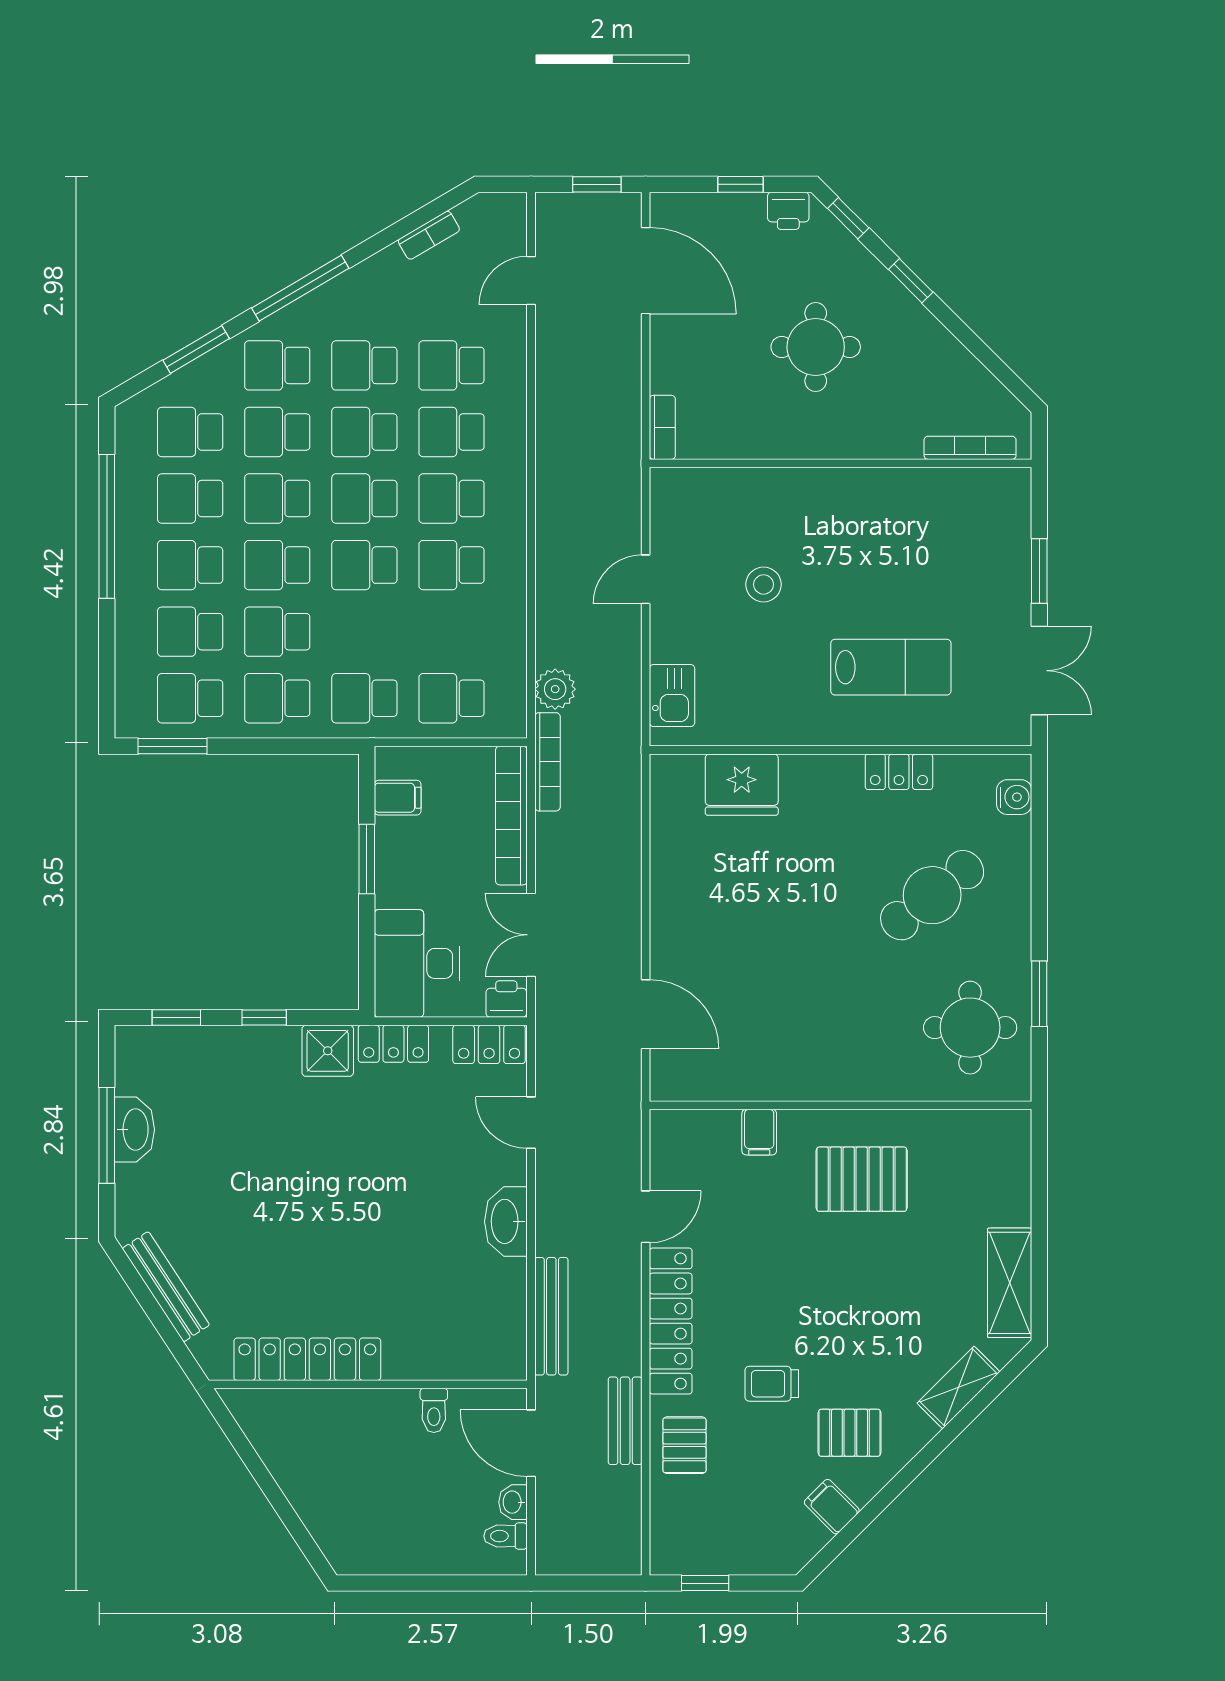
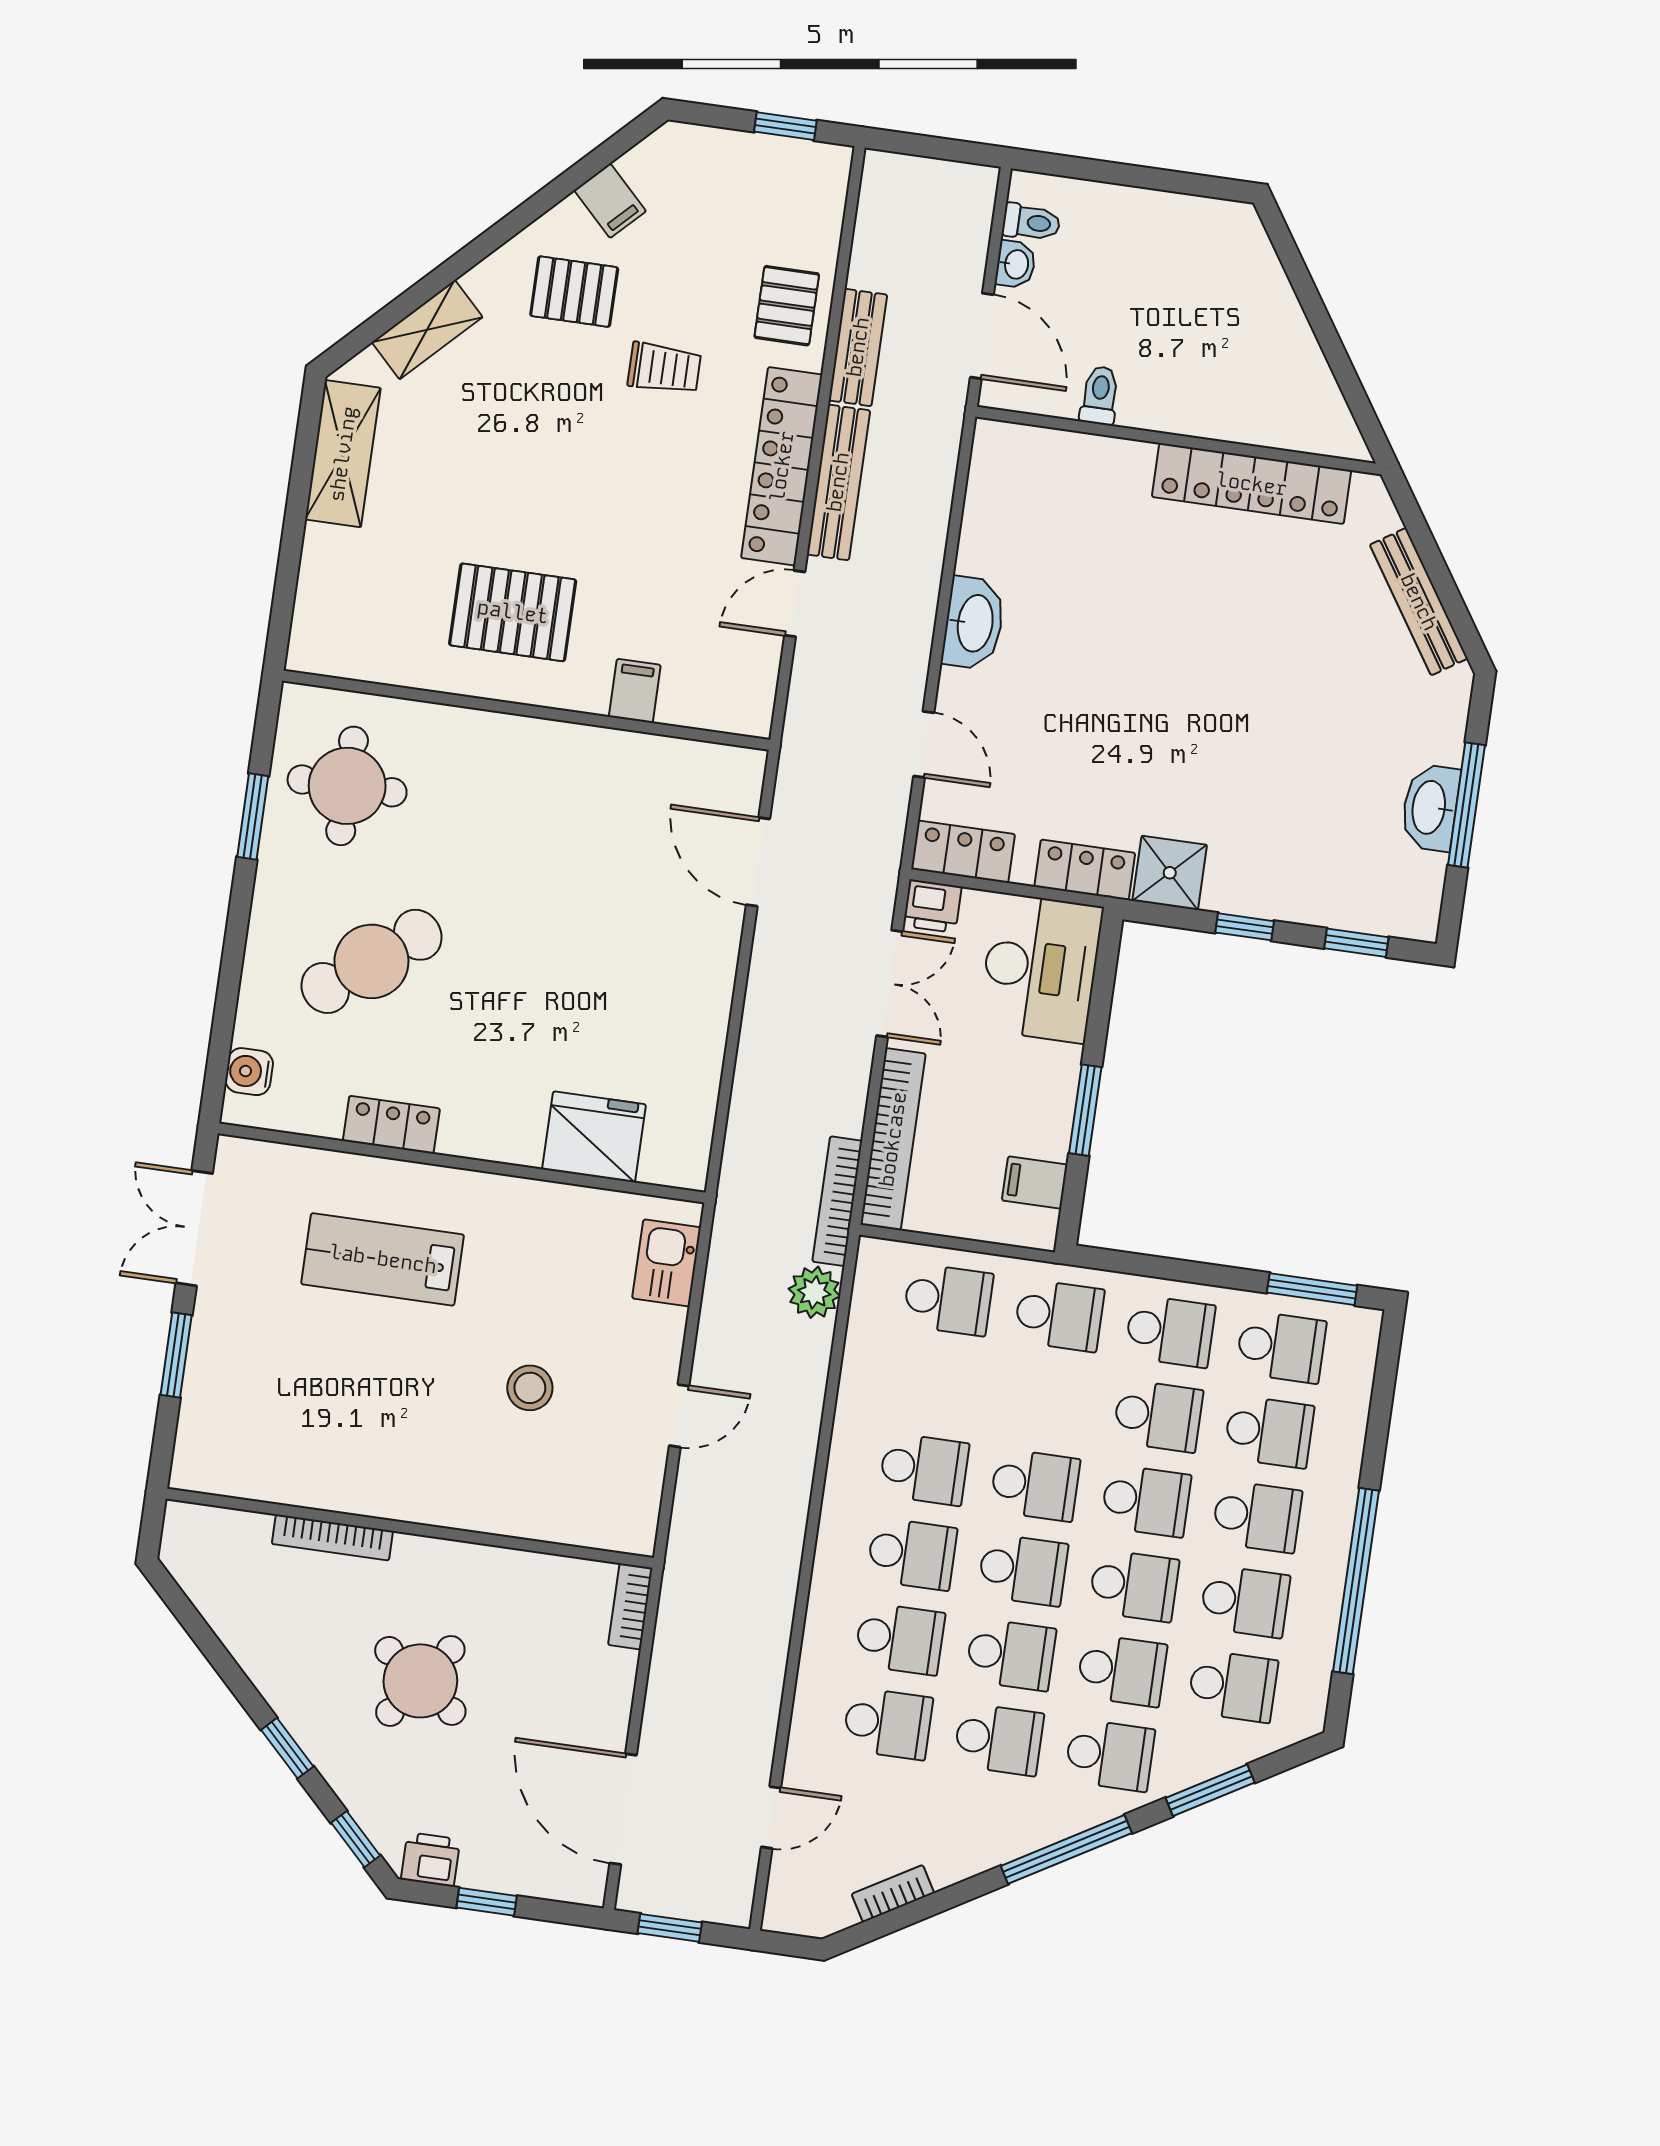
round table: (816, 347) -> (420, 1681), turned 36
bookcase: (970, 448) -> (332, 1537), moved
bench: (551, 1316) -> (838, 482), moved

